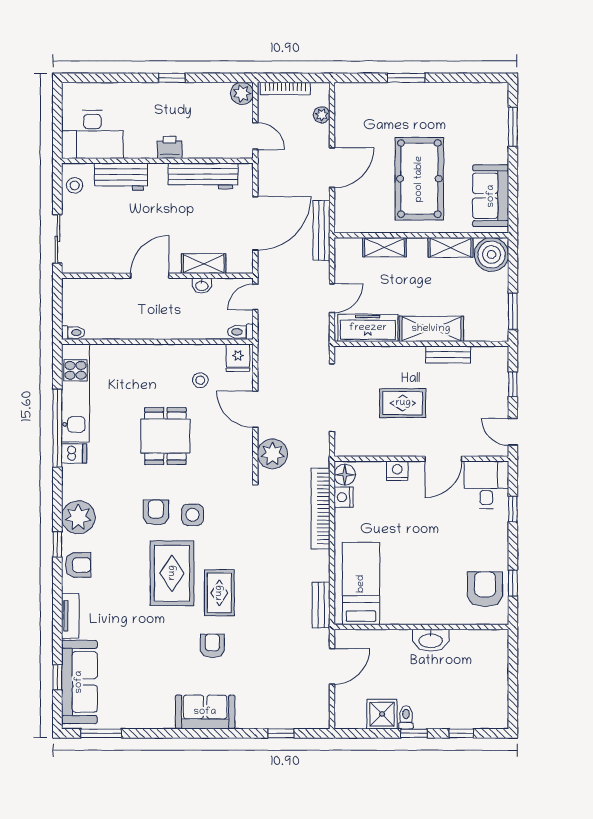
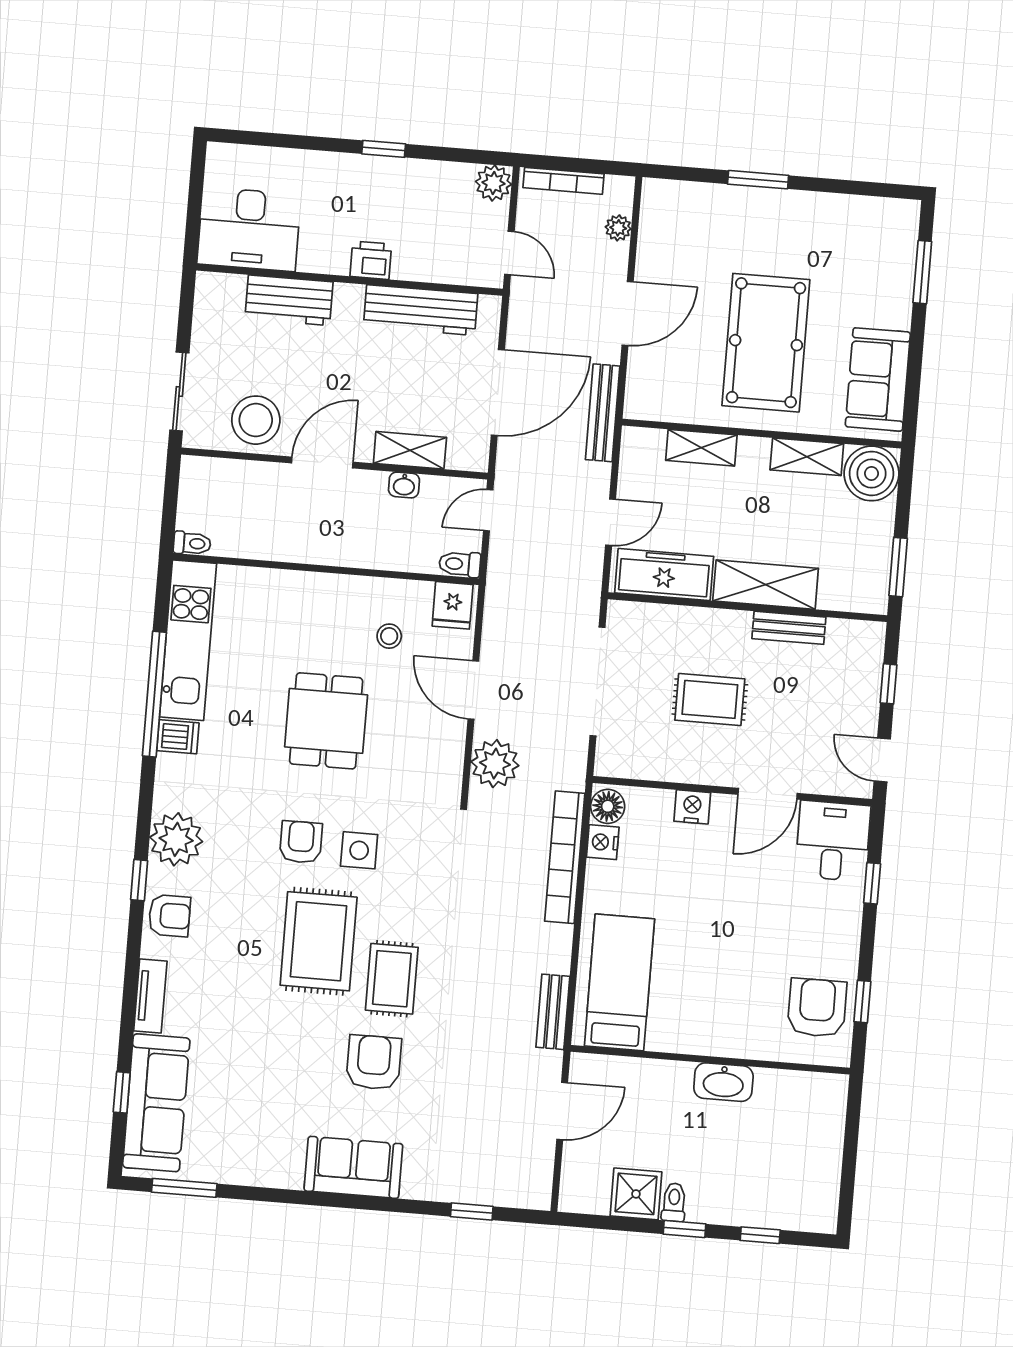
stool: (75, 185) -> (256, 420), moved, width x1.89, depth x1.89
armchair: (212, 646) -> (374, 1062), width x1.38, depth x1.38

